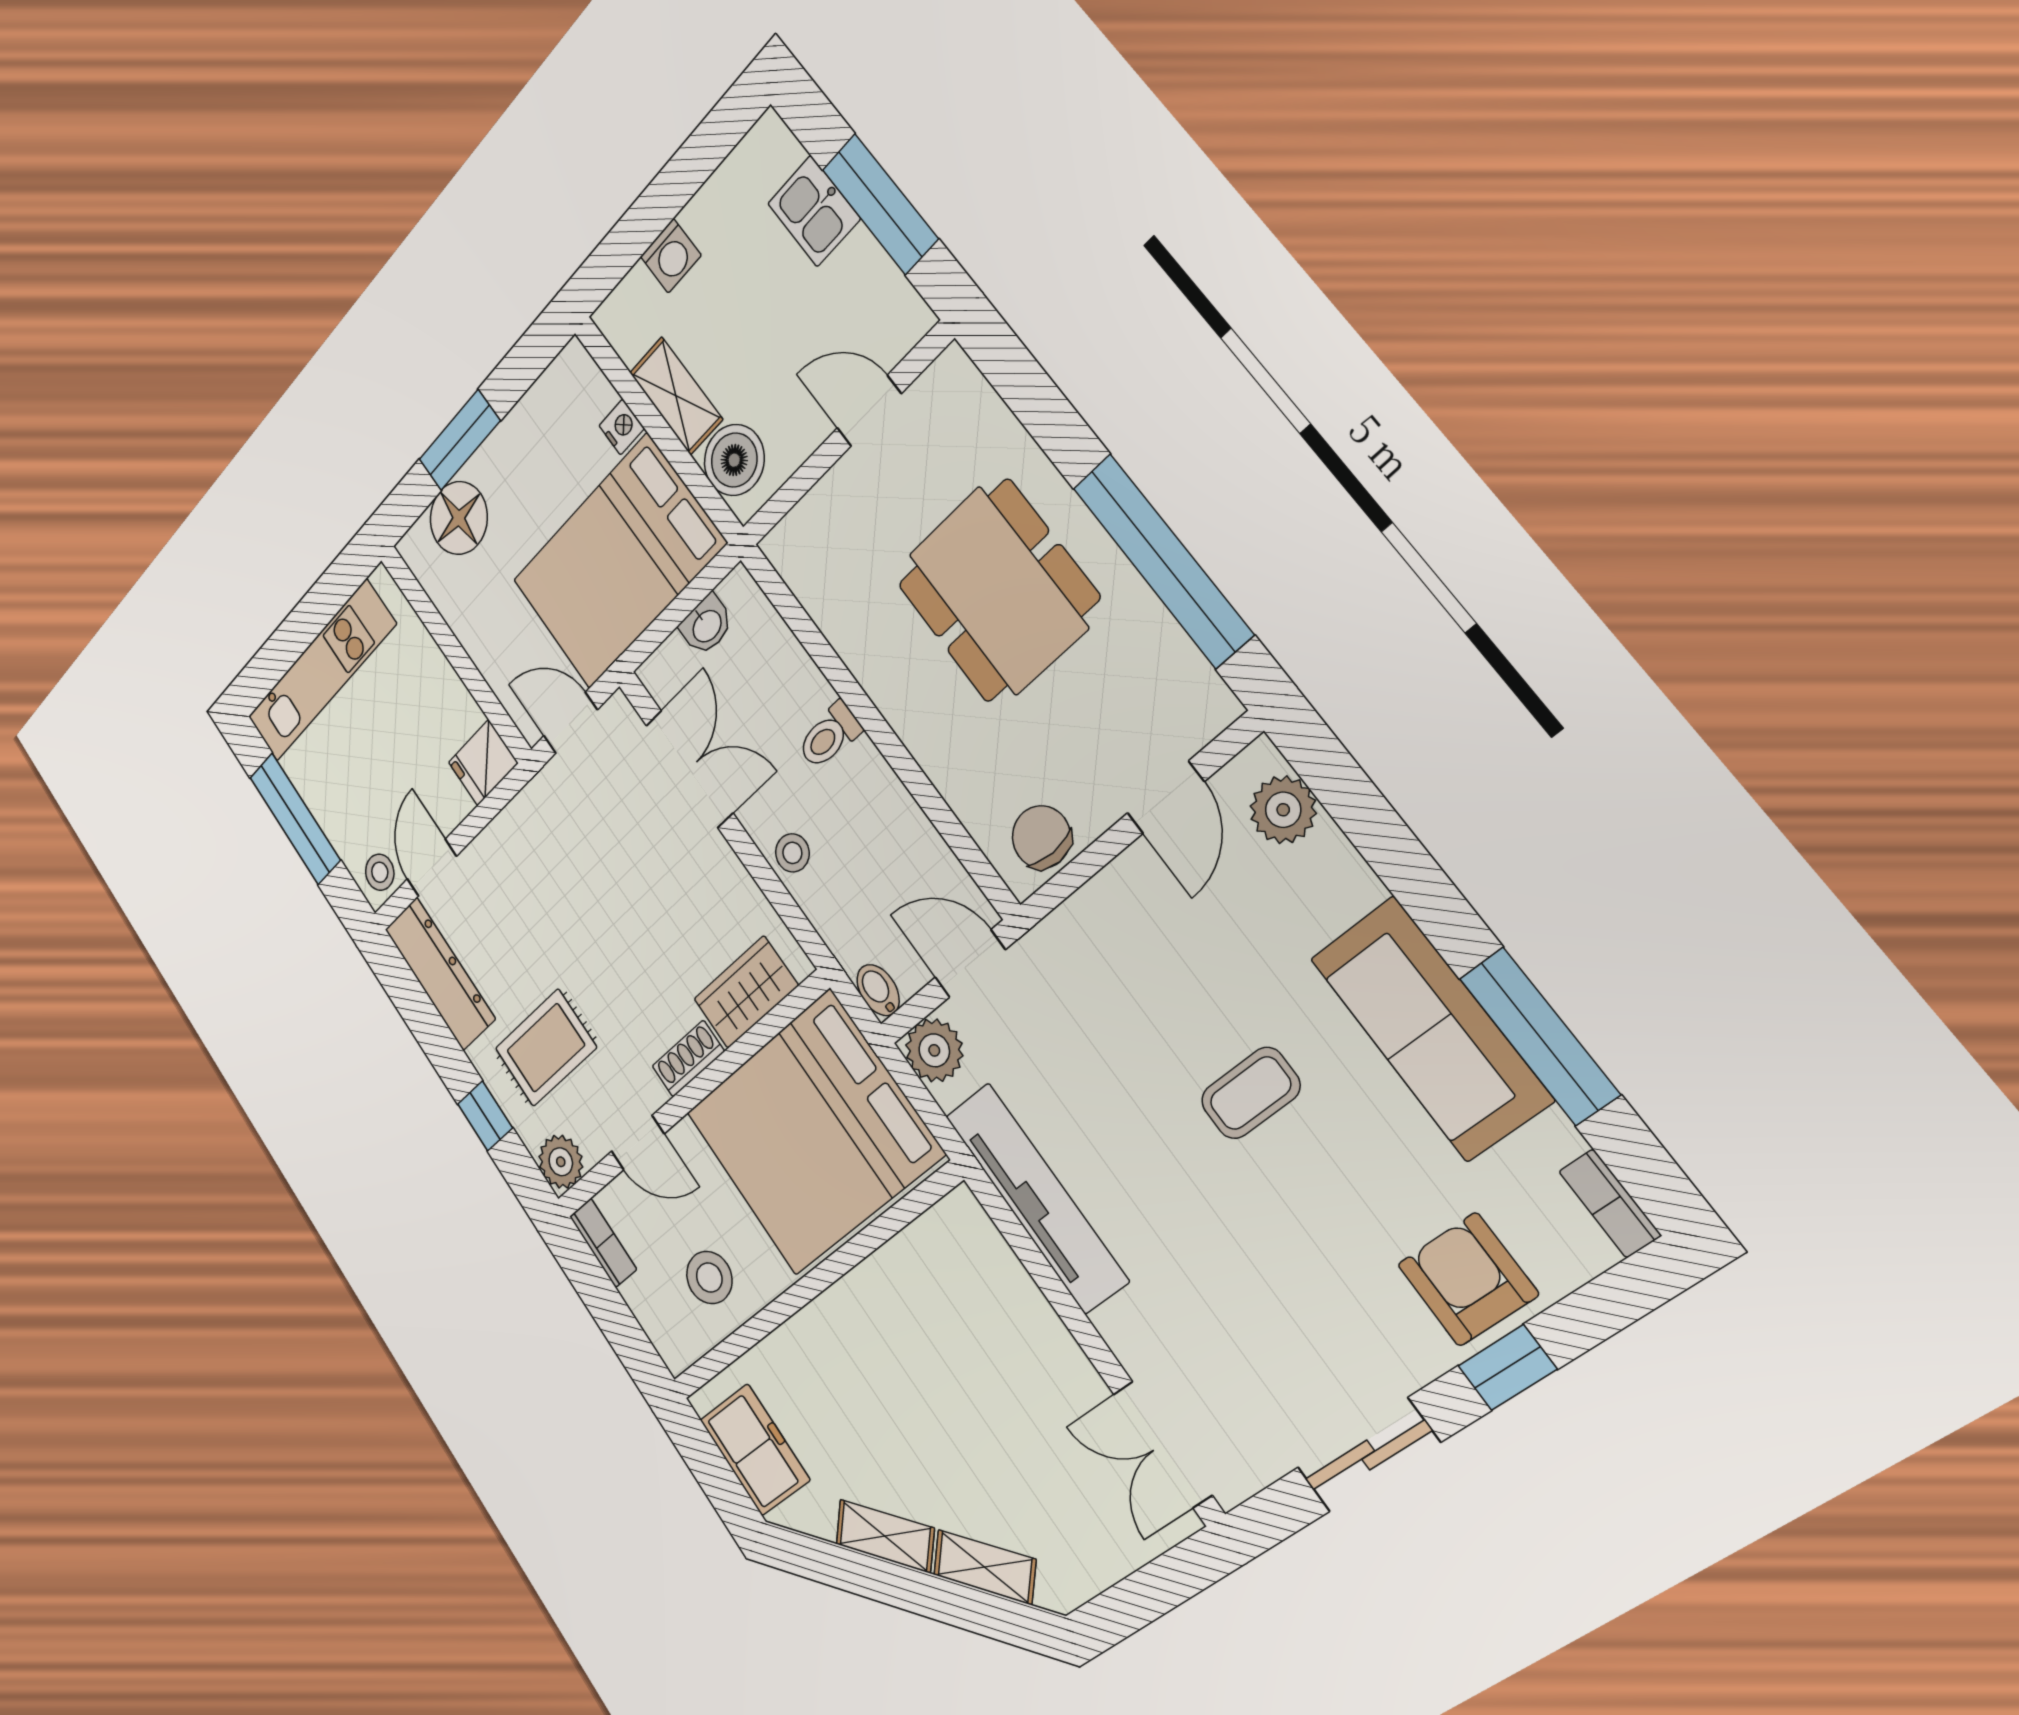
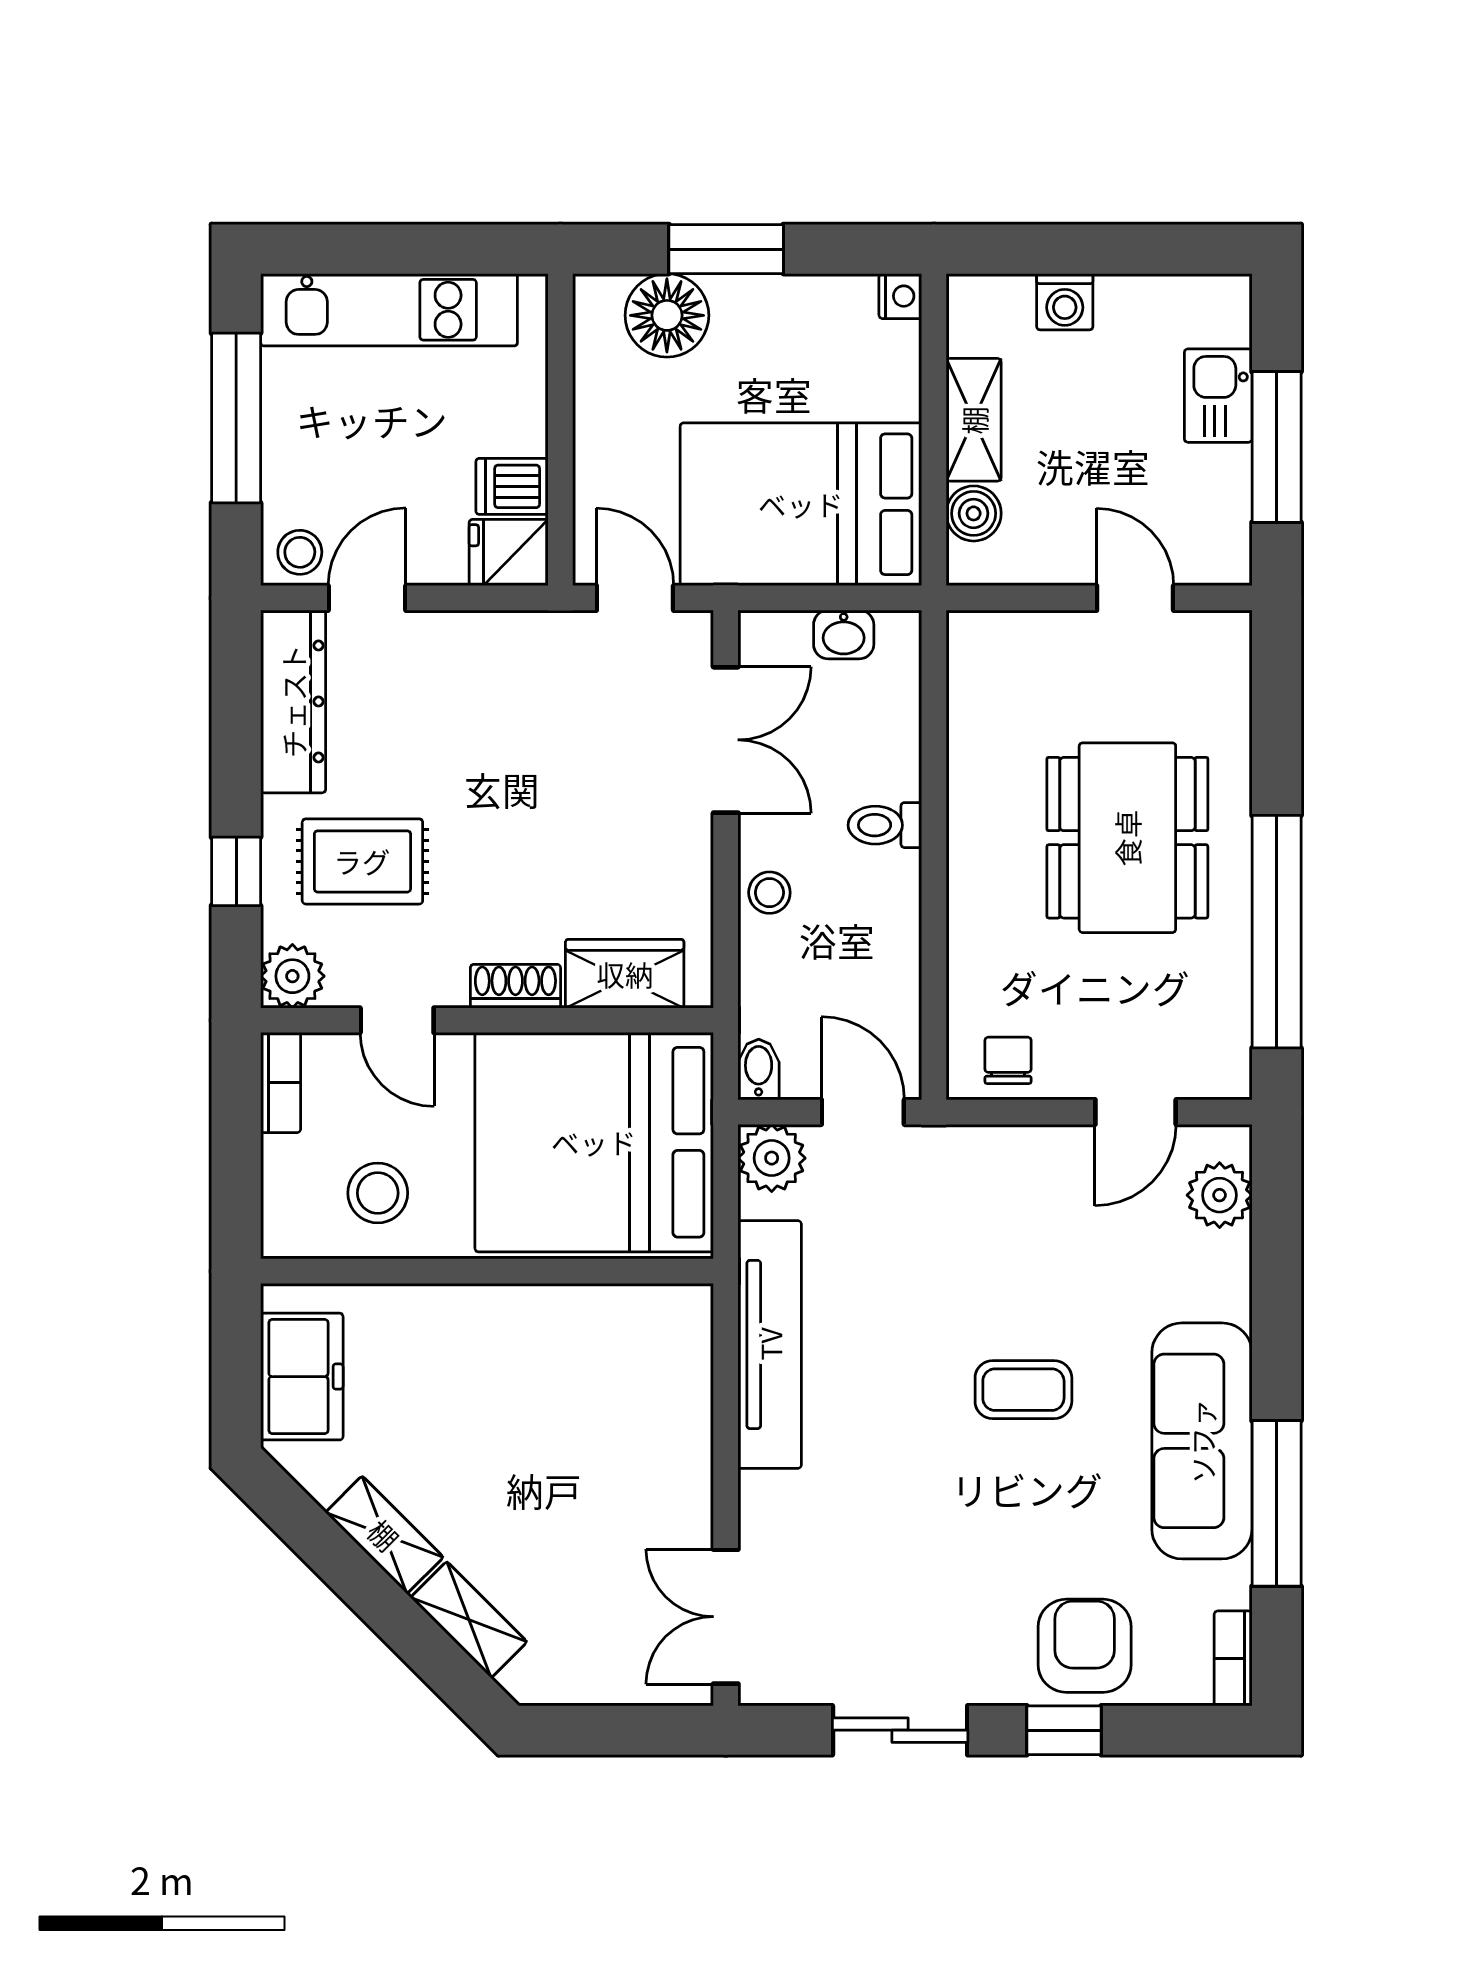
nightstand: (622, 427) -> (900, 296), moved
boiler: (734, 460) -> (974, 513), width x0.73, depth x0.73
dishwasher: (456, 717) -> (512, 486), added
chair: (1041, 837) -> (1008, 1060), width x0.73, depth x0.73

